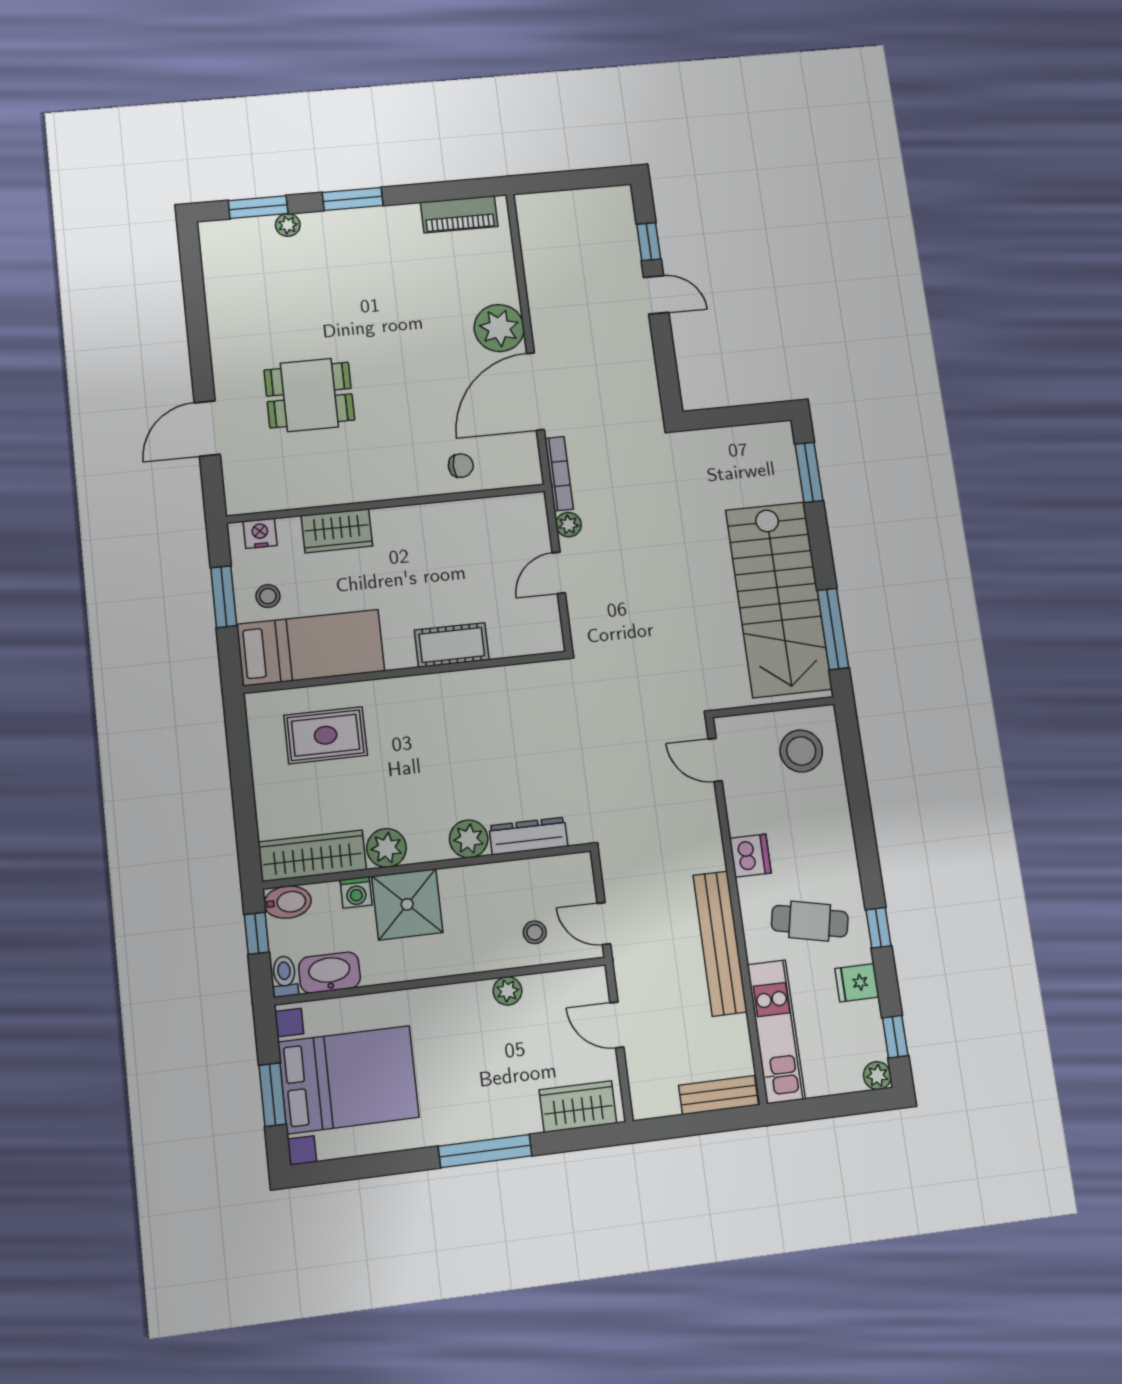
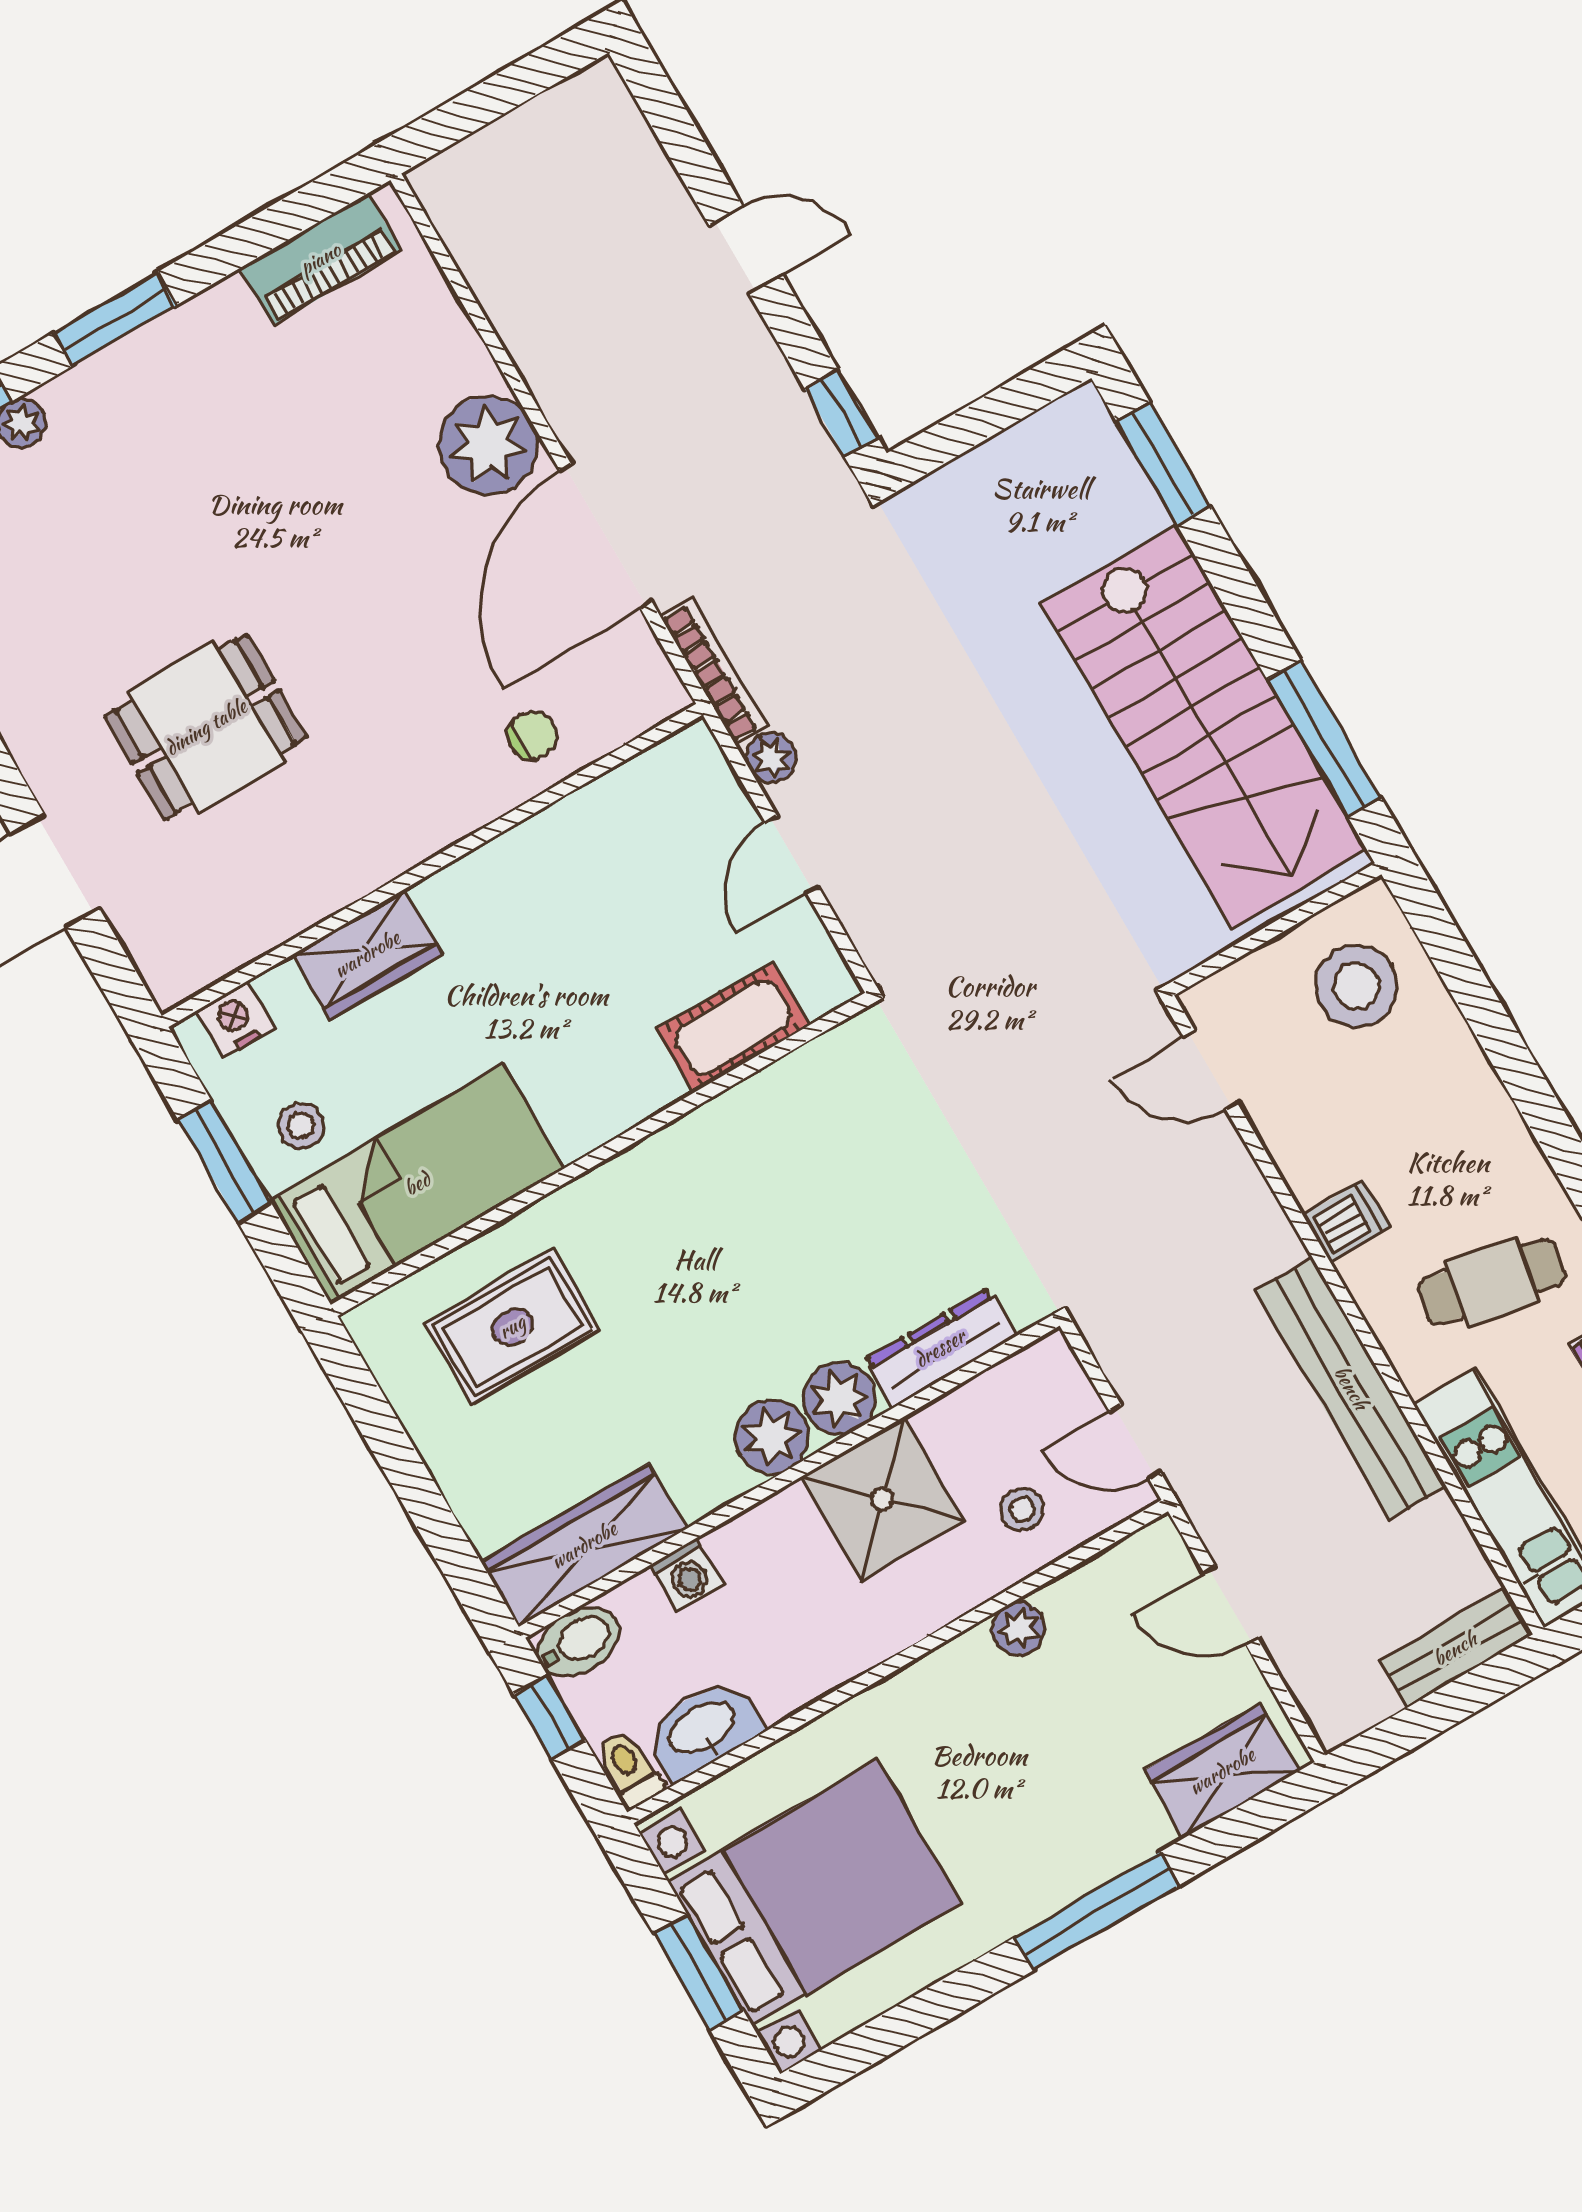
window: (649, 242) -> (841, 413), moved
cot: (452, 645) -> (733, 1027), moved
plant: (386, 848) -> (772, 1437), moved
dishwasher: (750, 856) -> (1347, 1221), width x0.73
shower: (407, 904) -> (882, 1499), moved

